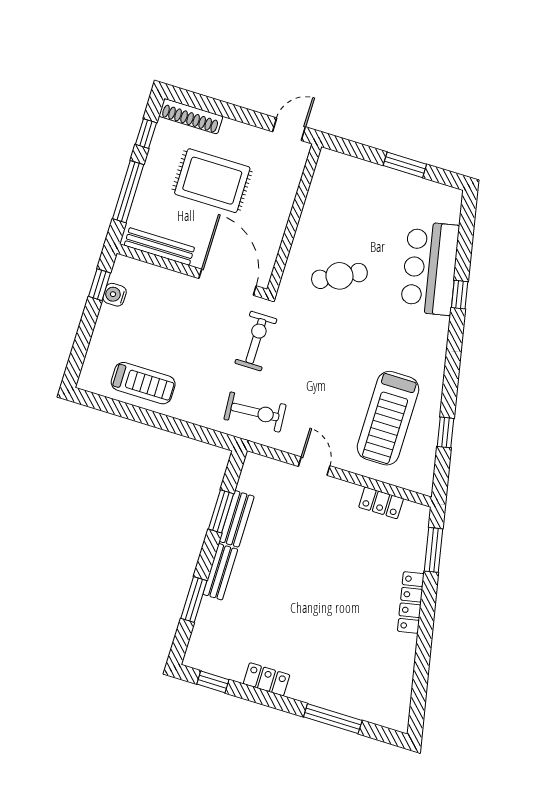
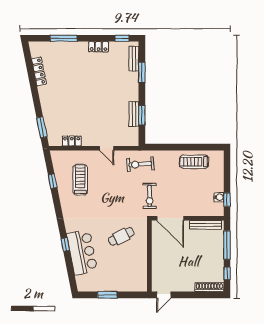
rug: (212, 181) -> (191, 261), removed
treadmill: (388, 418) -> (80, 180), width x0.73, depth x0.73
bench: (220, 572) -> (134, 59), moved
locker: (411, 602) -> (39, 71), moved

